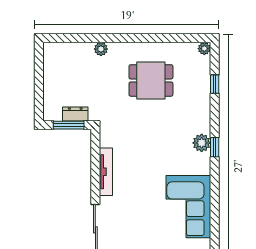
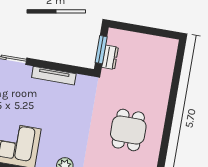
plant: (101, 49) -> (164, 90), removed

